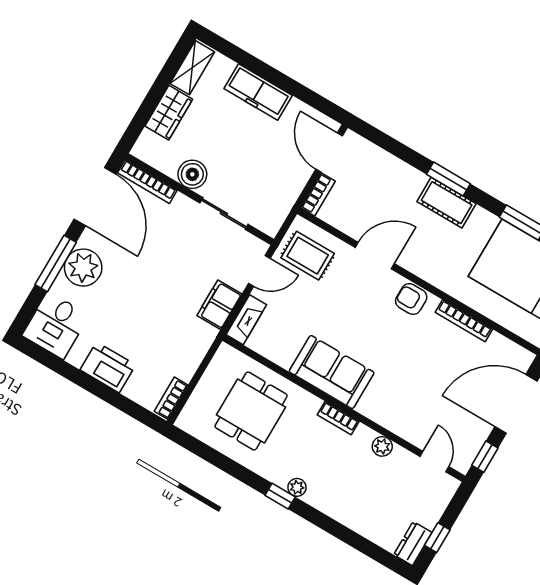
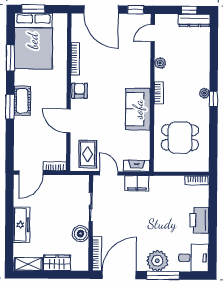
armchair: (411, 299) -> (79, 91), turned 180
dresser: (413, 544) -> (194, 20), width x1.44

